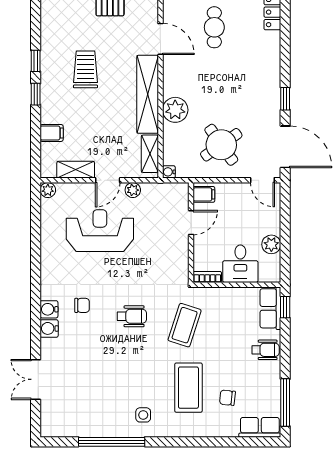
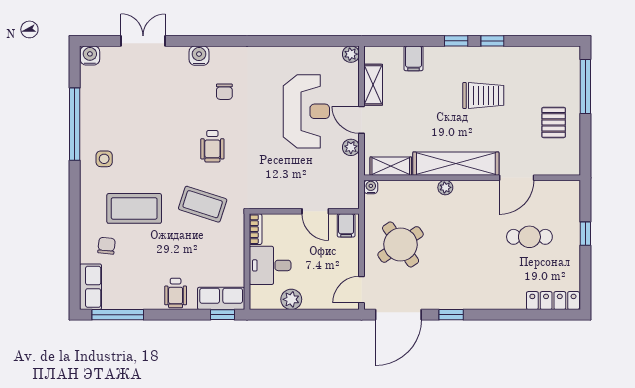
plant: (175, 110) -> (445, 187), width x0.53, depth x0.53
water cooler: (49, 309) -> (90, 55), moved
chair: (227, 398) -> (107, 246), moved

